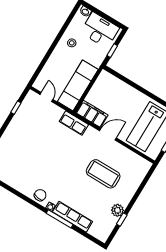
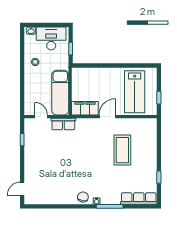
row of seats: (74, 123) -> (63, 124), moved
coffee table: (103, 174) -> (122, 150), turned 90
plant: (117, 210) -> (151, 172), removed
row of seats: (73, 217) -> (139, 198), moved

